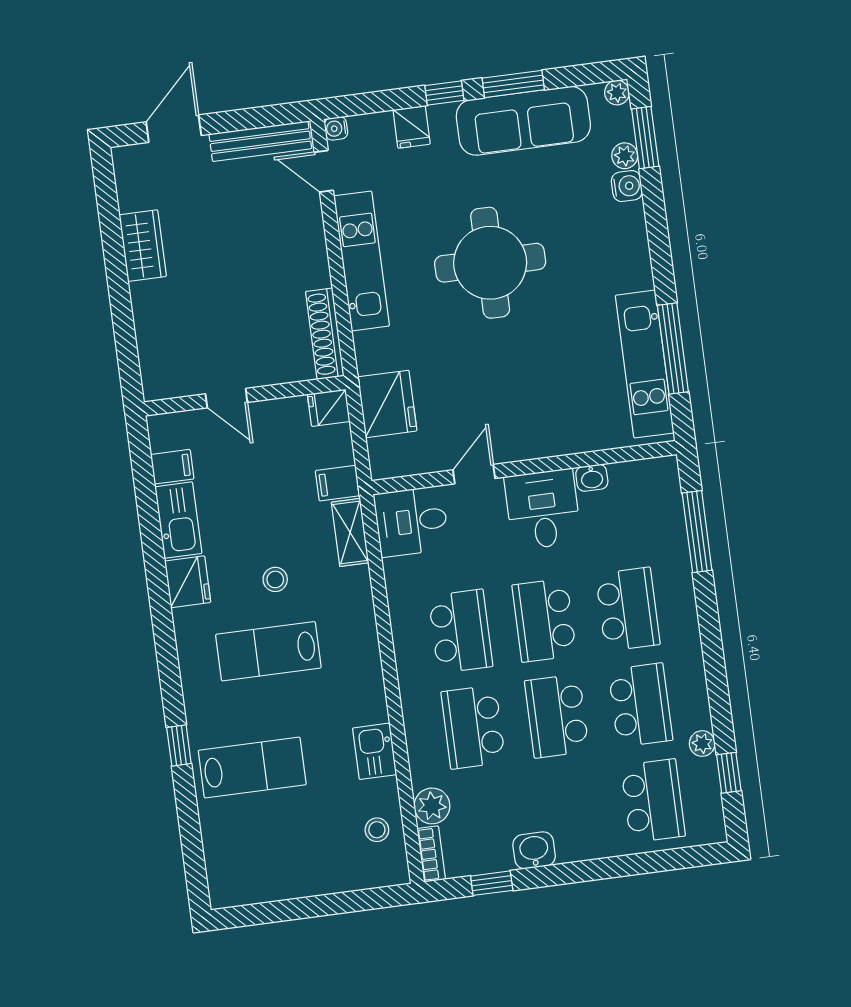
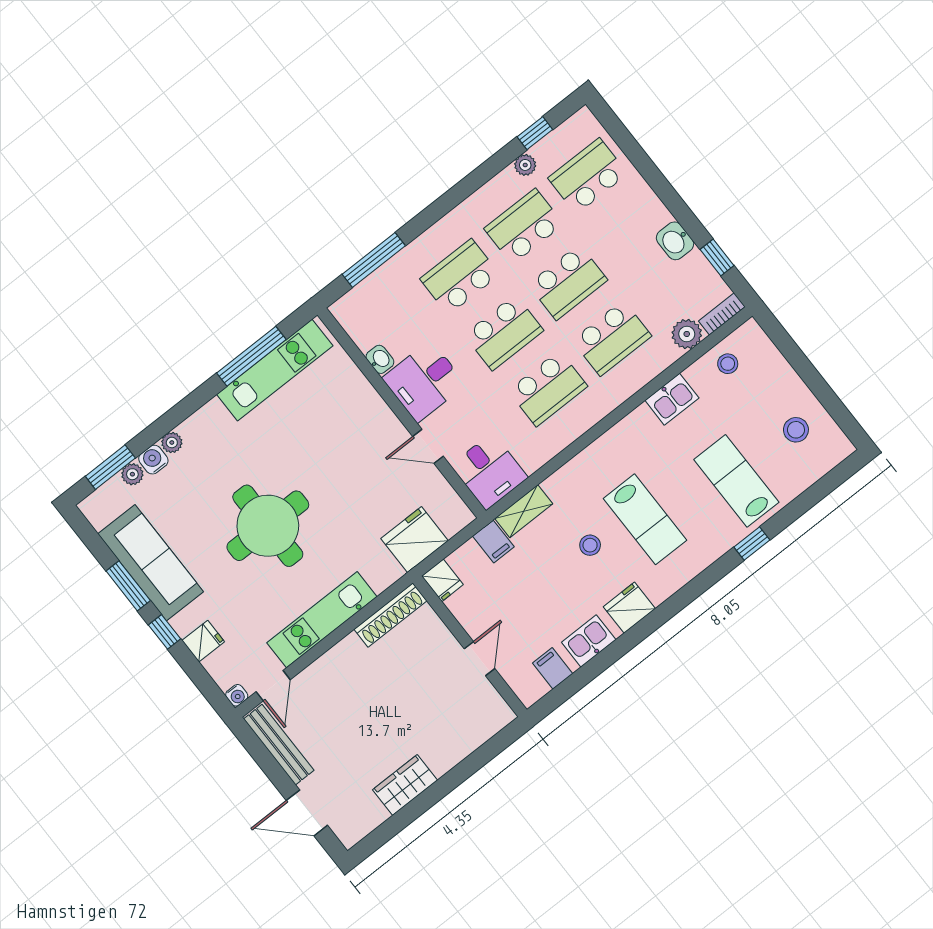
plant: (617, 93) -> (172, 443), moved
kitchen sink: (178, 520) -> (589, 641), width x0.73
school desk: (461, 631) -> (548, 388), turned 180
stool: (268, 859) -> (796, 430), added

